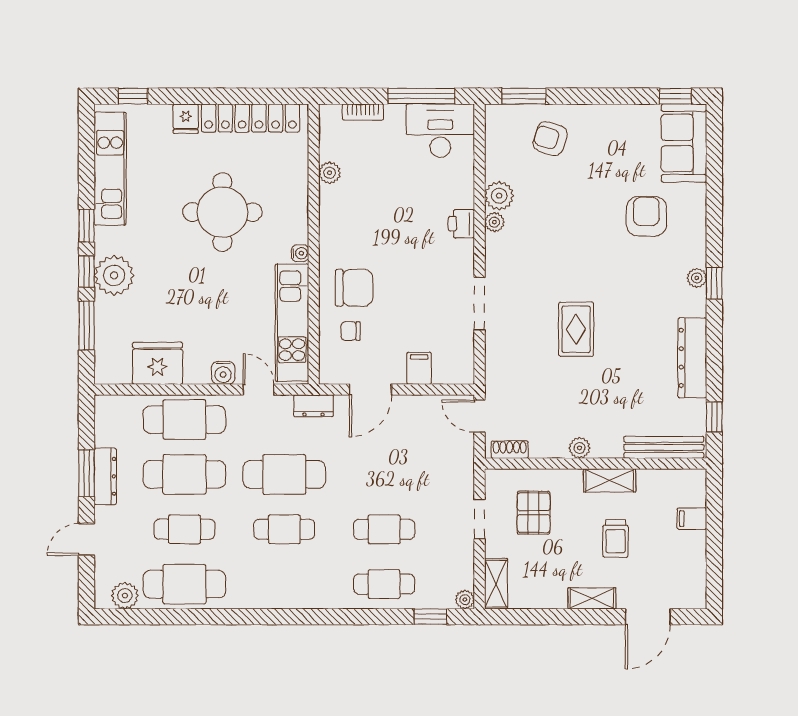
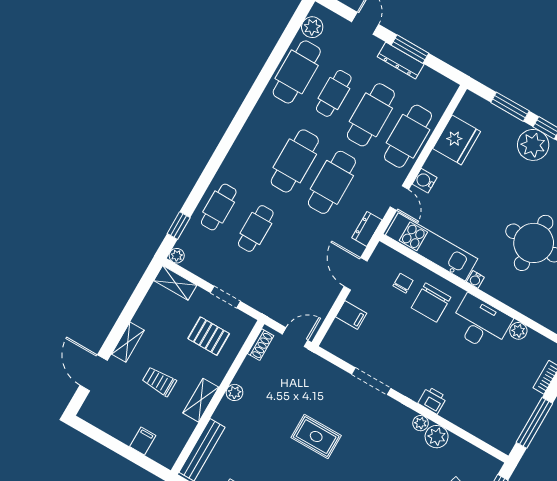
desk: (440, 131) -> (480, 323), moved, turned -90
door: (259, 390) -> (399, 198), hinge flipped
cafe table: (284, 529) -> (295, 161), width x1.37, depth x1.35

